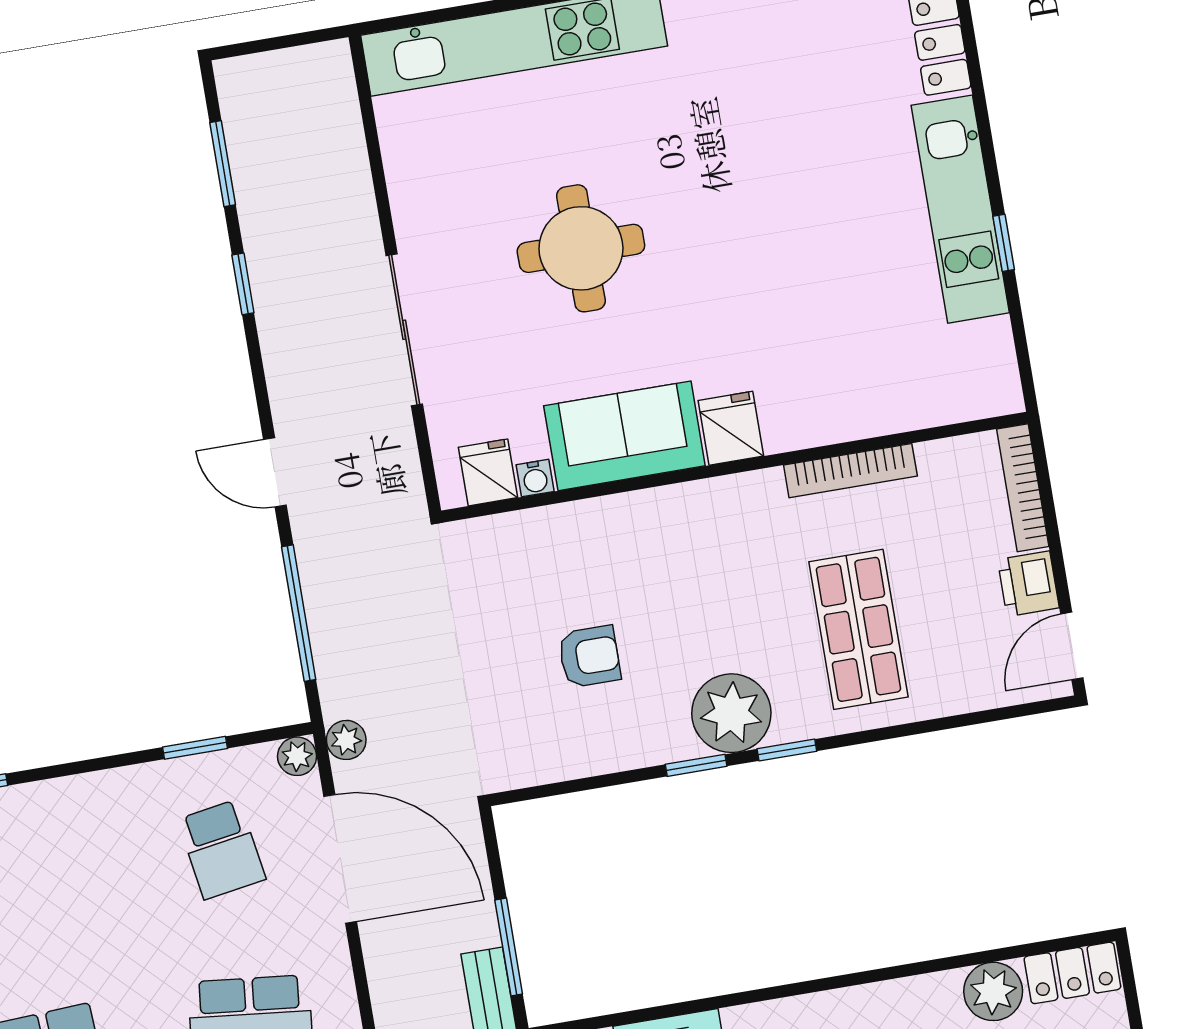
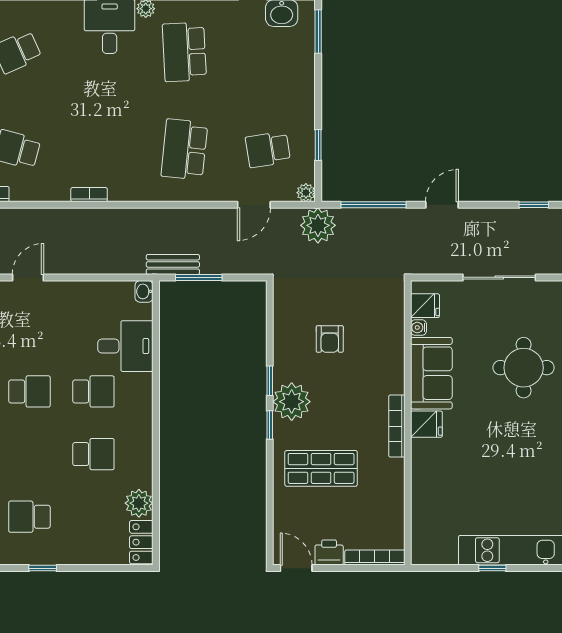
bookcase: (850, 471) -> (397, 426), moved
plant: (346, 740) -> (318, 225), width x1.87, depth x1.87
door: (340, 859) -> (254, 205), width x0.53

